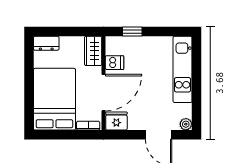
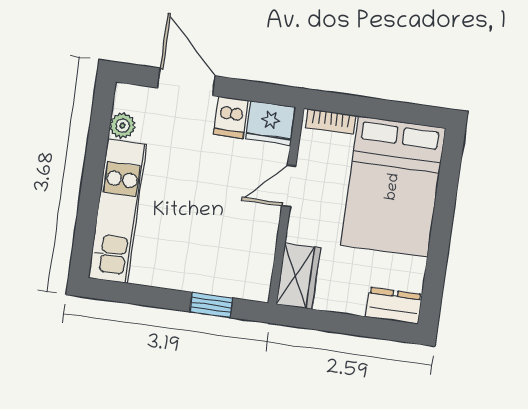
dishwasher: (115, 63) -> (231, 117), moved, turned -90
door: (104, 93) -> (289, 186), width x0.53
plant: (186, 124) -> (122, 126), moved

